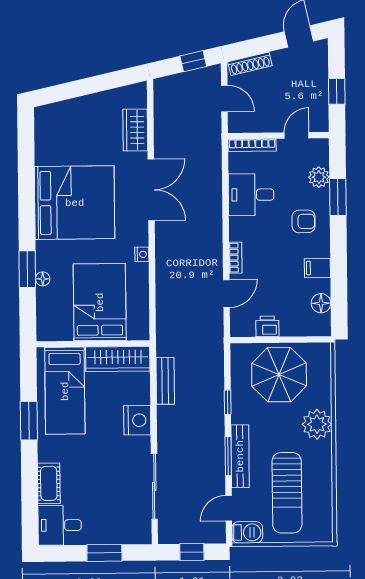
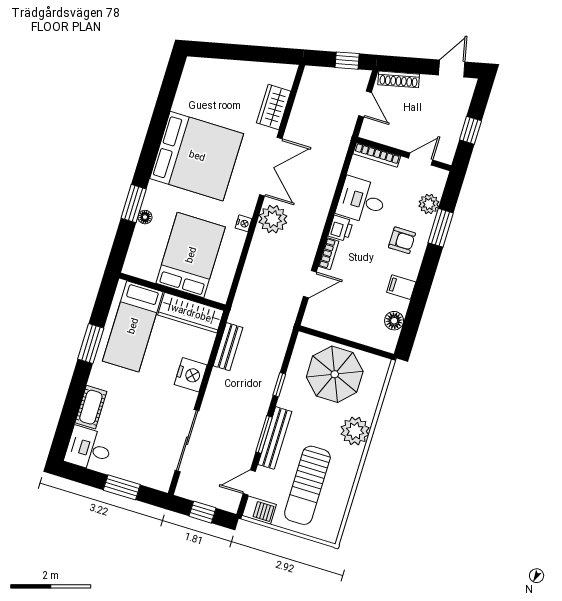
plant: (170, 241) -> (273, 219), added
printer: (267, 326) -> (341, 228), moved, turned 90

